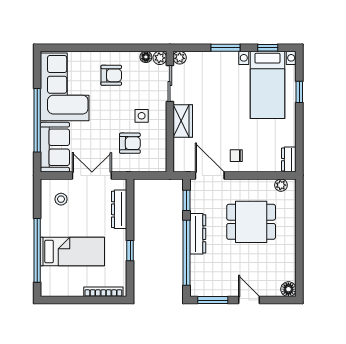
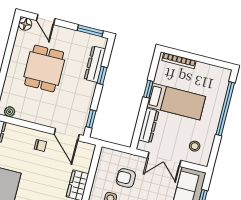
dining table: (251, 222) -> (44, 68), moved, turned 90
dresser: (198, 234) -> (95, 64), moved
bed: (72, 252) -> (176, 102), moved, turned 180
window: (186, 253) -> (102, 75), width x0.32
door: (249, 300) -> (46, 20), moved

